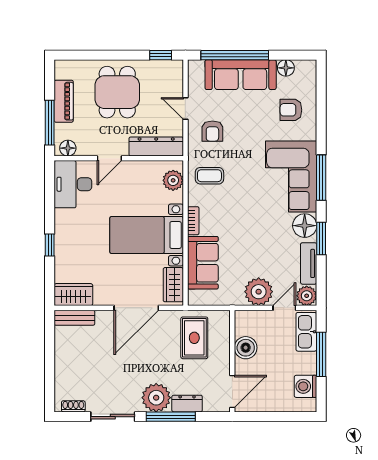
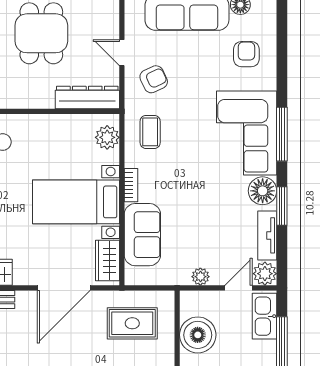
armchair: (291, 110) -> (246, 54), turned 90
armchair: (212, 131) -> (154, 79), turned -115
door: (109, 158) -> (32, 111), removed
coffee table: (209, 176) -> (150, 132), turned 90
plant: (259, 292) -> (200, 277), width x0.53, depth x0.53
rug: (194, 338) -> (132, 323), turned 90
boiler: (246, 348) -> (198, 335), width x1.37, depth x1.37

